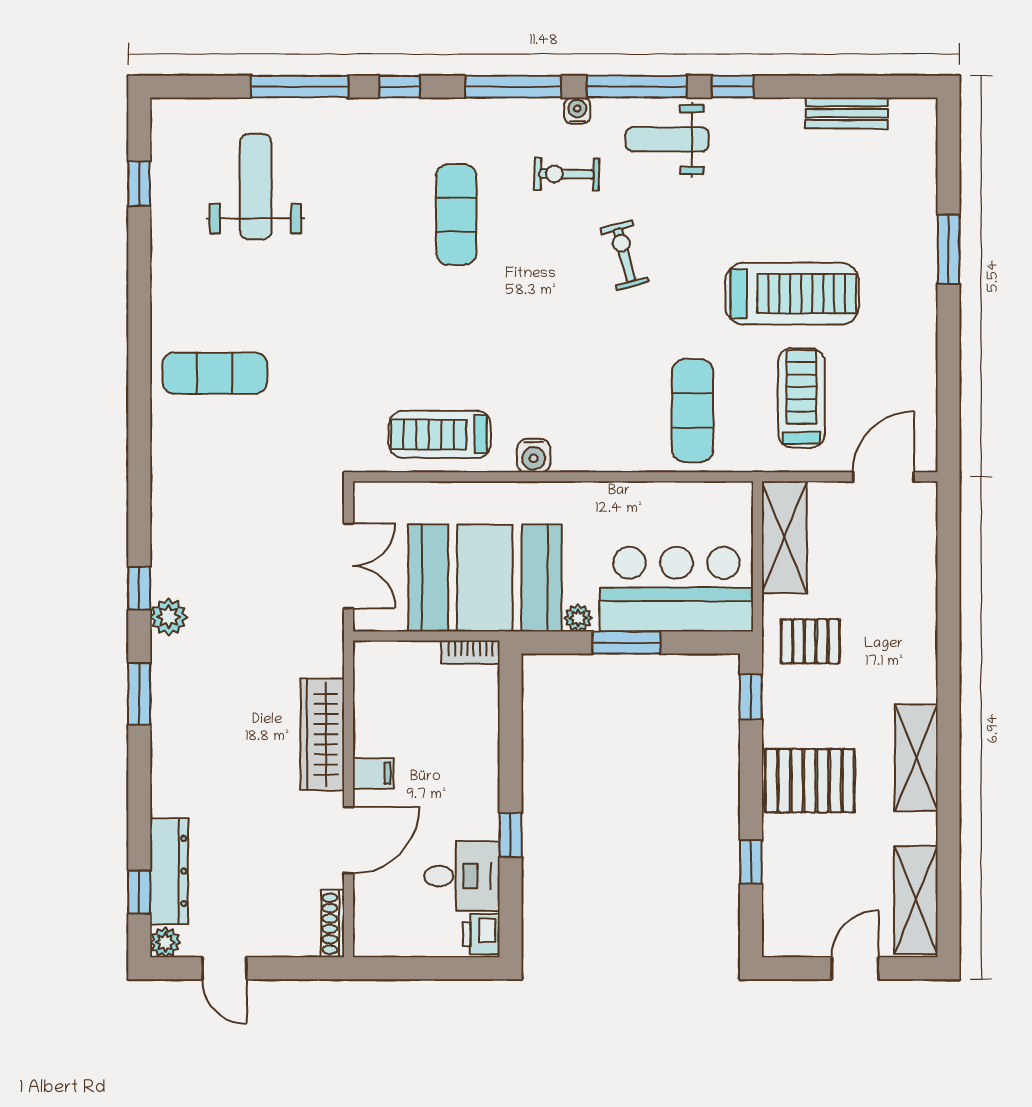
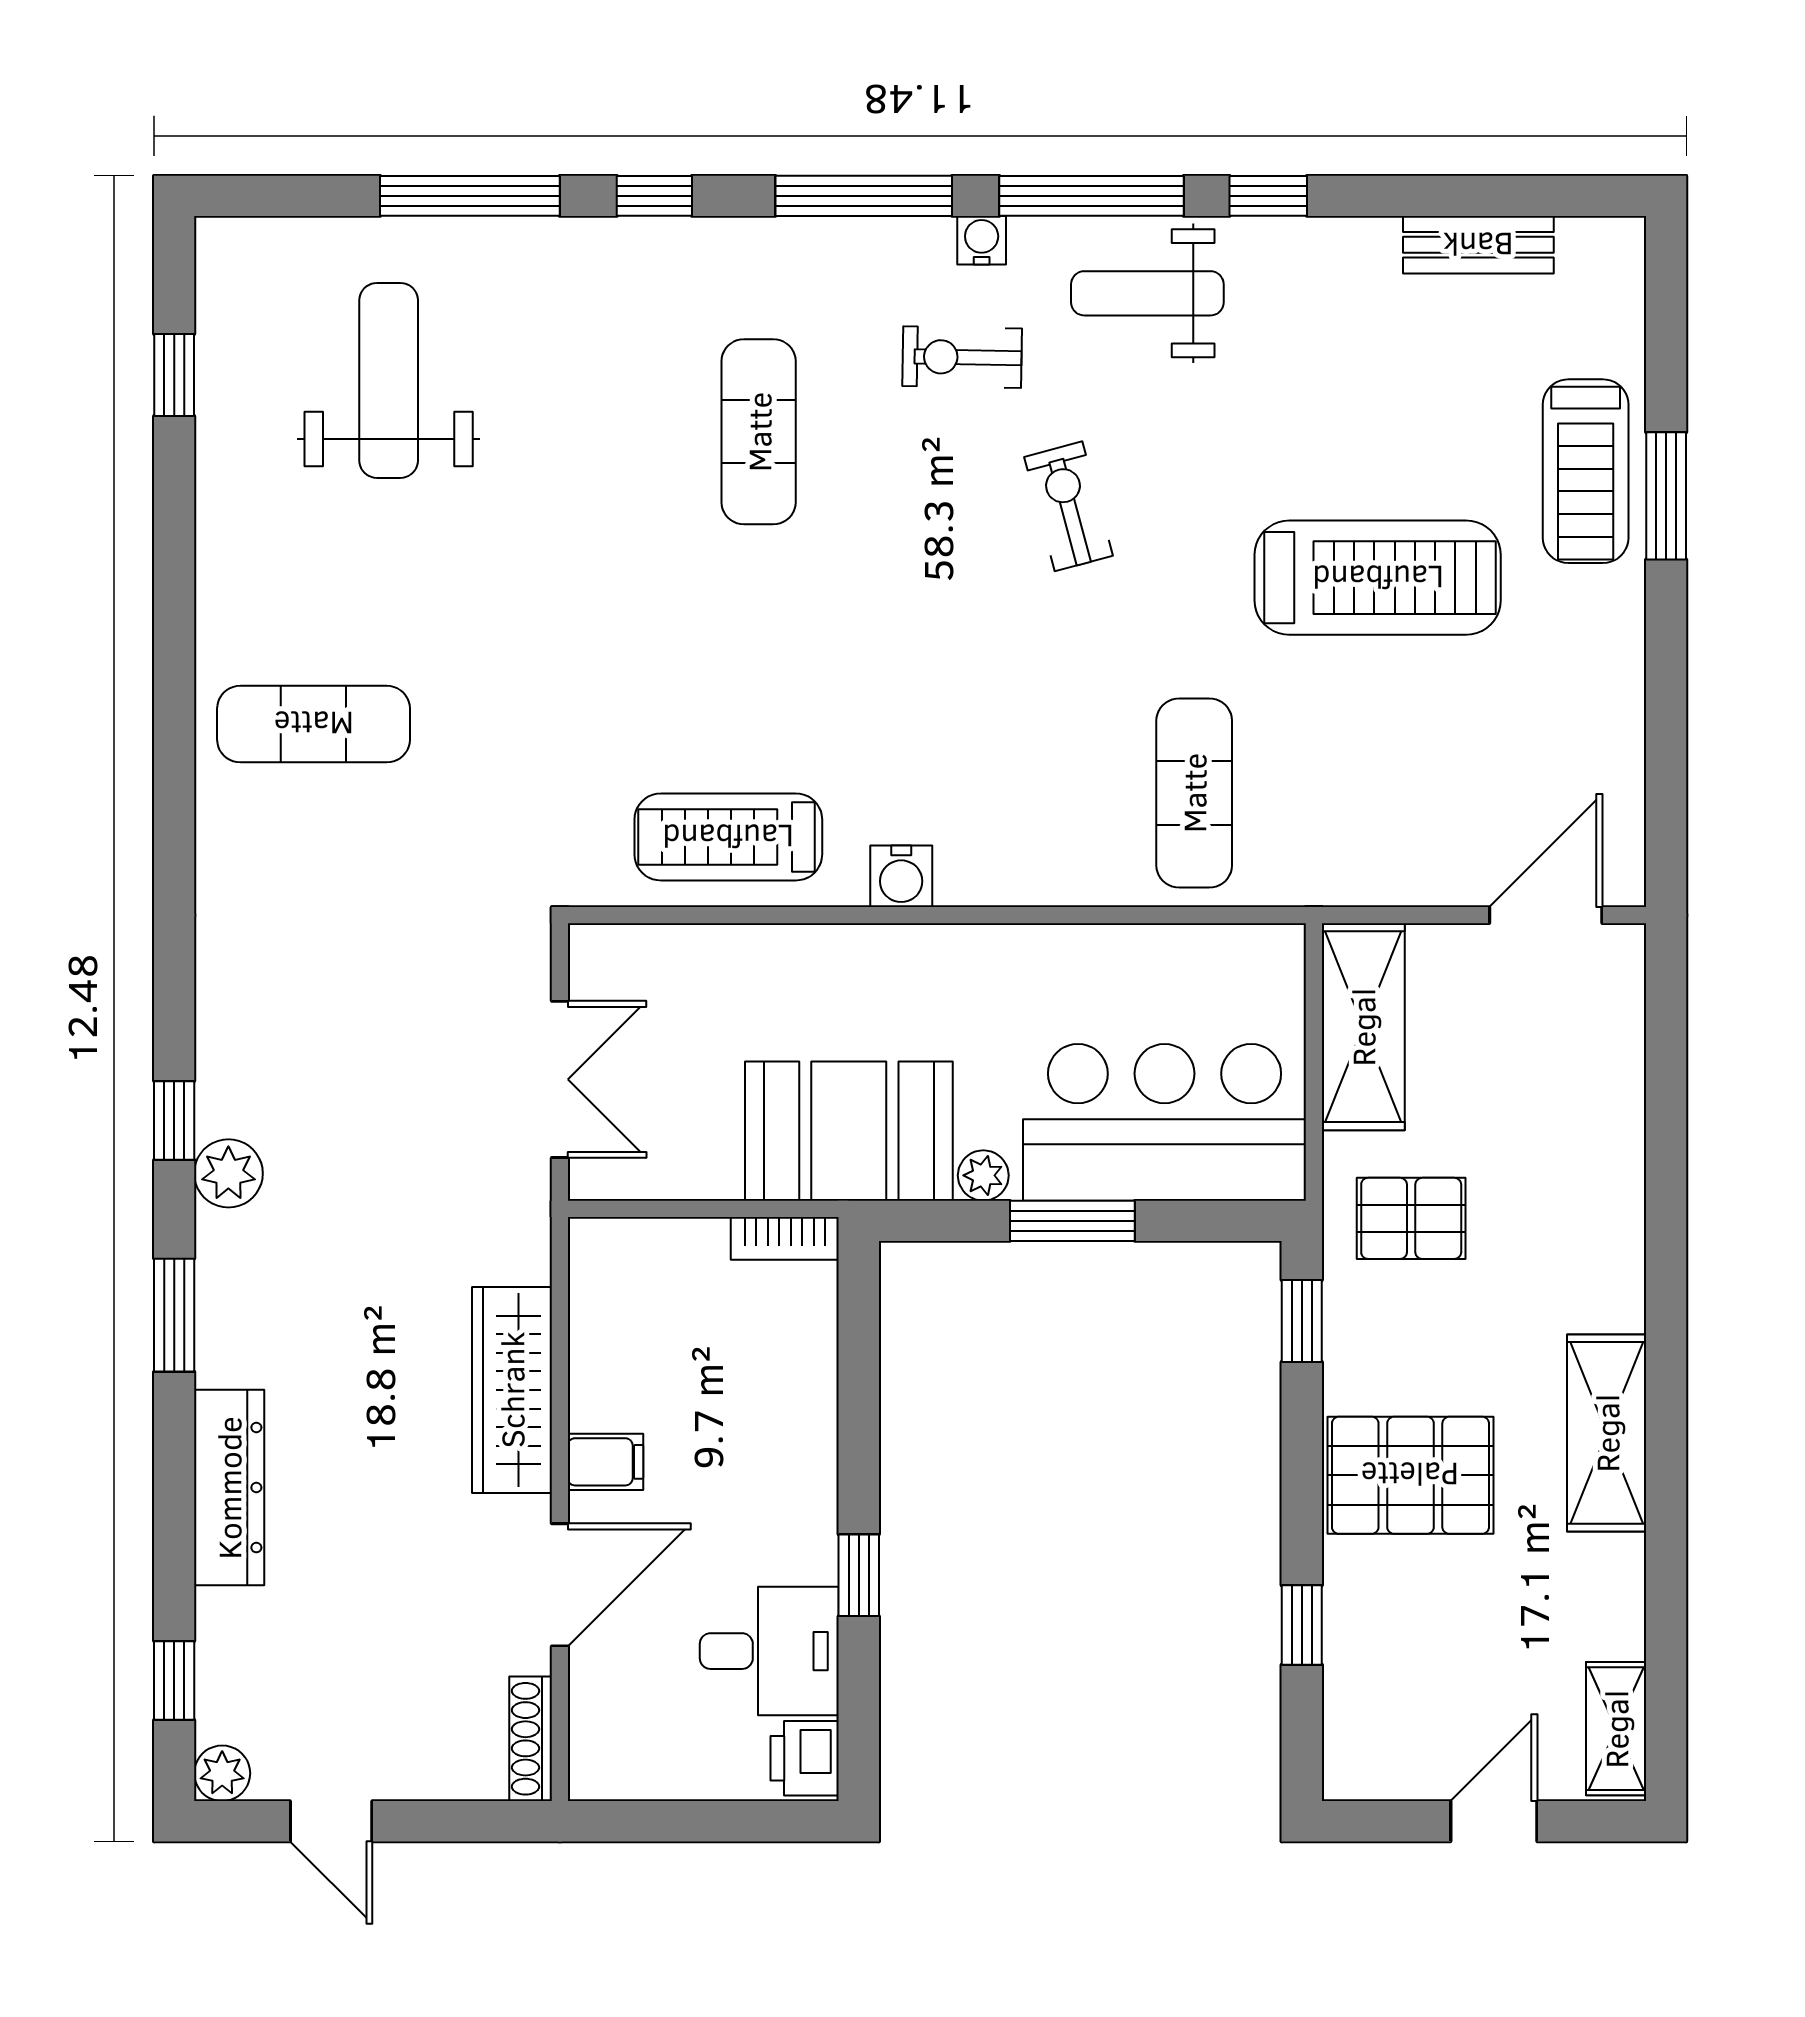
treadmill: (801, 398) -> (1586, 471), moved, turned 180
booth: (485, 578) -> (849, 1131), width x0.73, depth x0.70
dresser: (169, 871) -> (229, 1488), moved
shelving: (916, 900) -> (1616, 1729), width x0.67, depth x0.75

